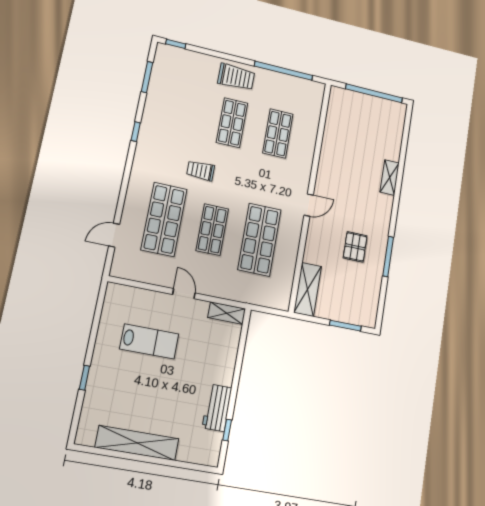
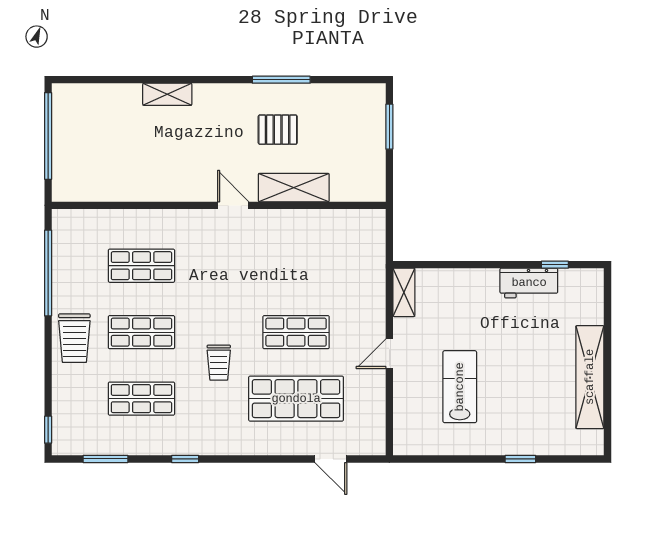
trolley: (236, 77) -> (74, 338), turned 180
shop shelf: (259, 240) -> (141, 399), moved, width x0.70, depth x0.74
shelving: (308, 289) -> (294, 188), moved

